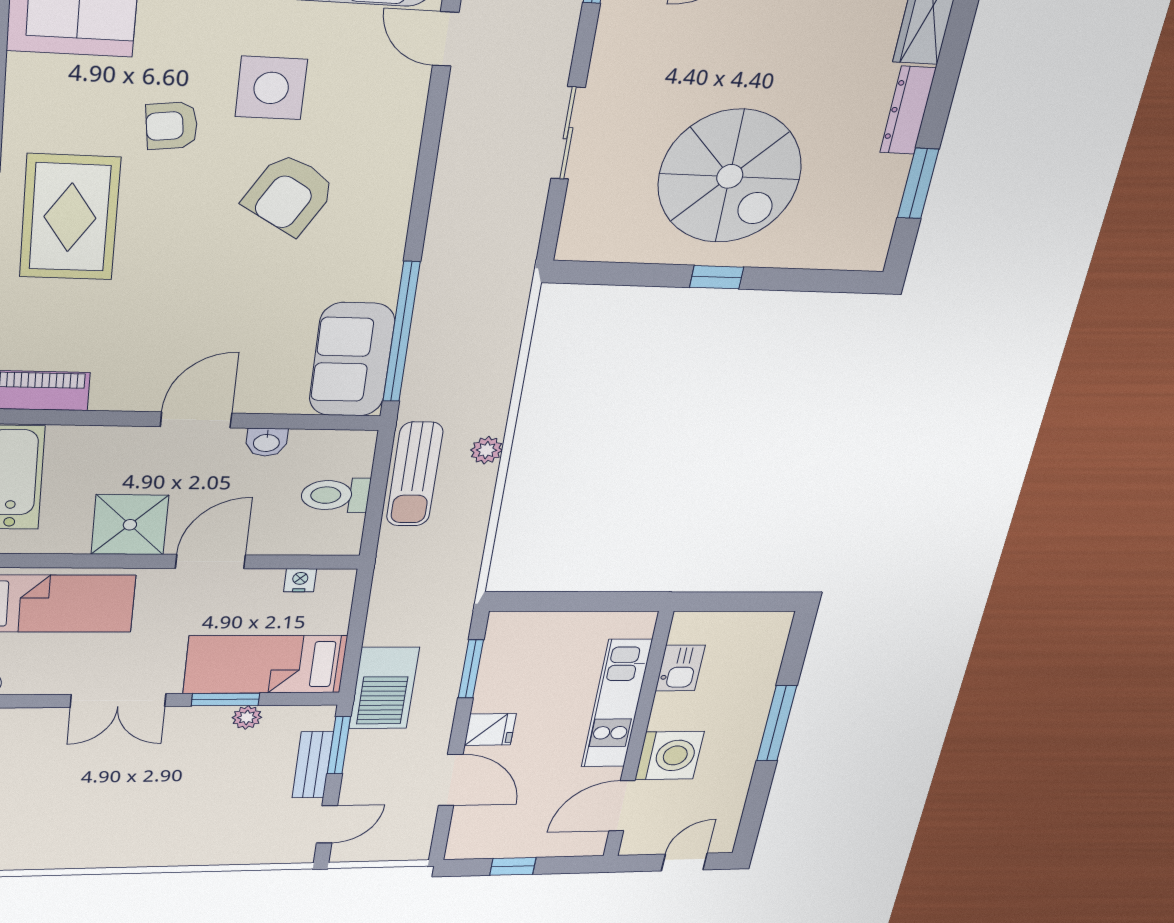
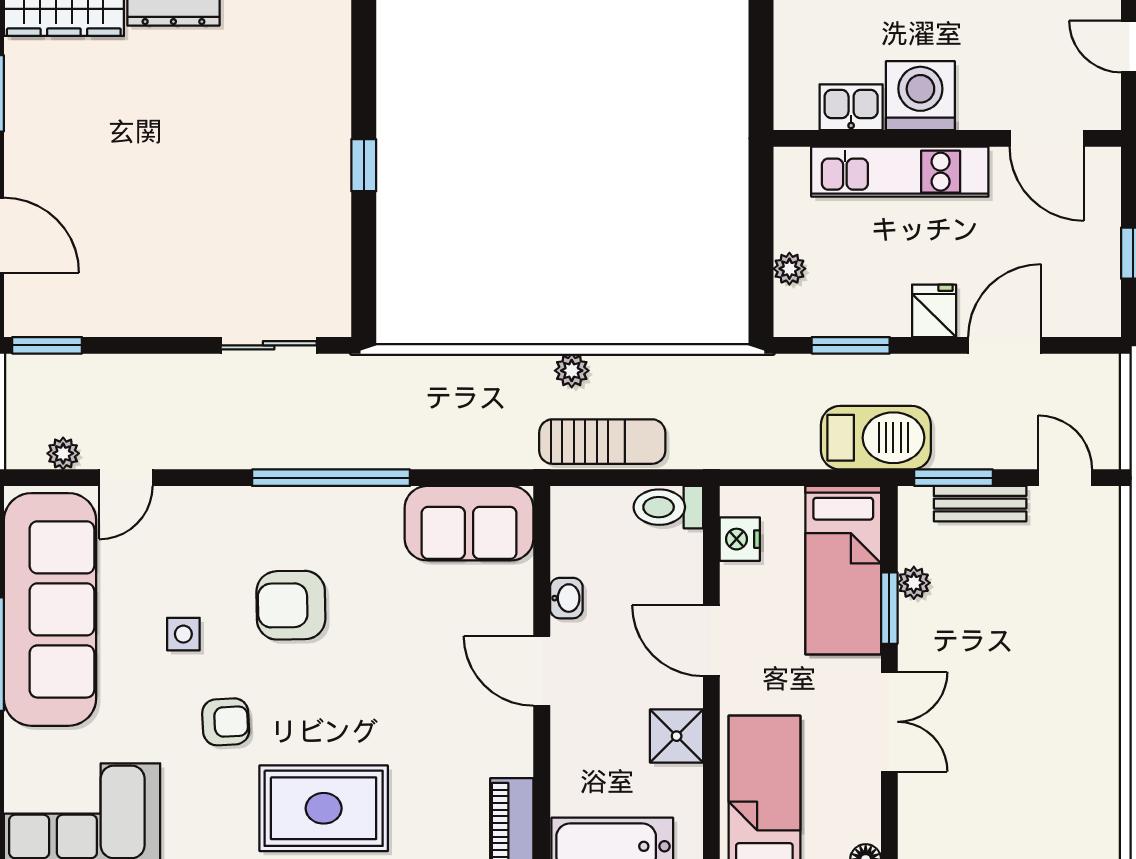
side table: (271, 88) -> (183, 634), width x0.54, depth x0.54
armchair: (172, 126) -> (226, 722), turned -86
sliding door: (568, 133) -> (269, 345), moved
spiral stairs: (730, 176) -> (252, 175), removed
armchair: (289, 194) -> (291, 605), turned 148
window: (401, 332) -> (331, 478), moved
toilet: (335, 495) -> (668, 507), moved, turned 90
shower: (130, 525) -> (677, 736), width x0.73, depth x0.73
nightstand: (300, 580) -> (740, 539), width x1.39, depth x1.35
plant: (548, 623) -> (789, 269), added
washing machine: (669, 756) -> (920, 96), moved

